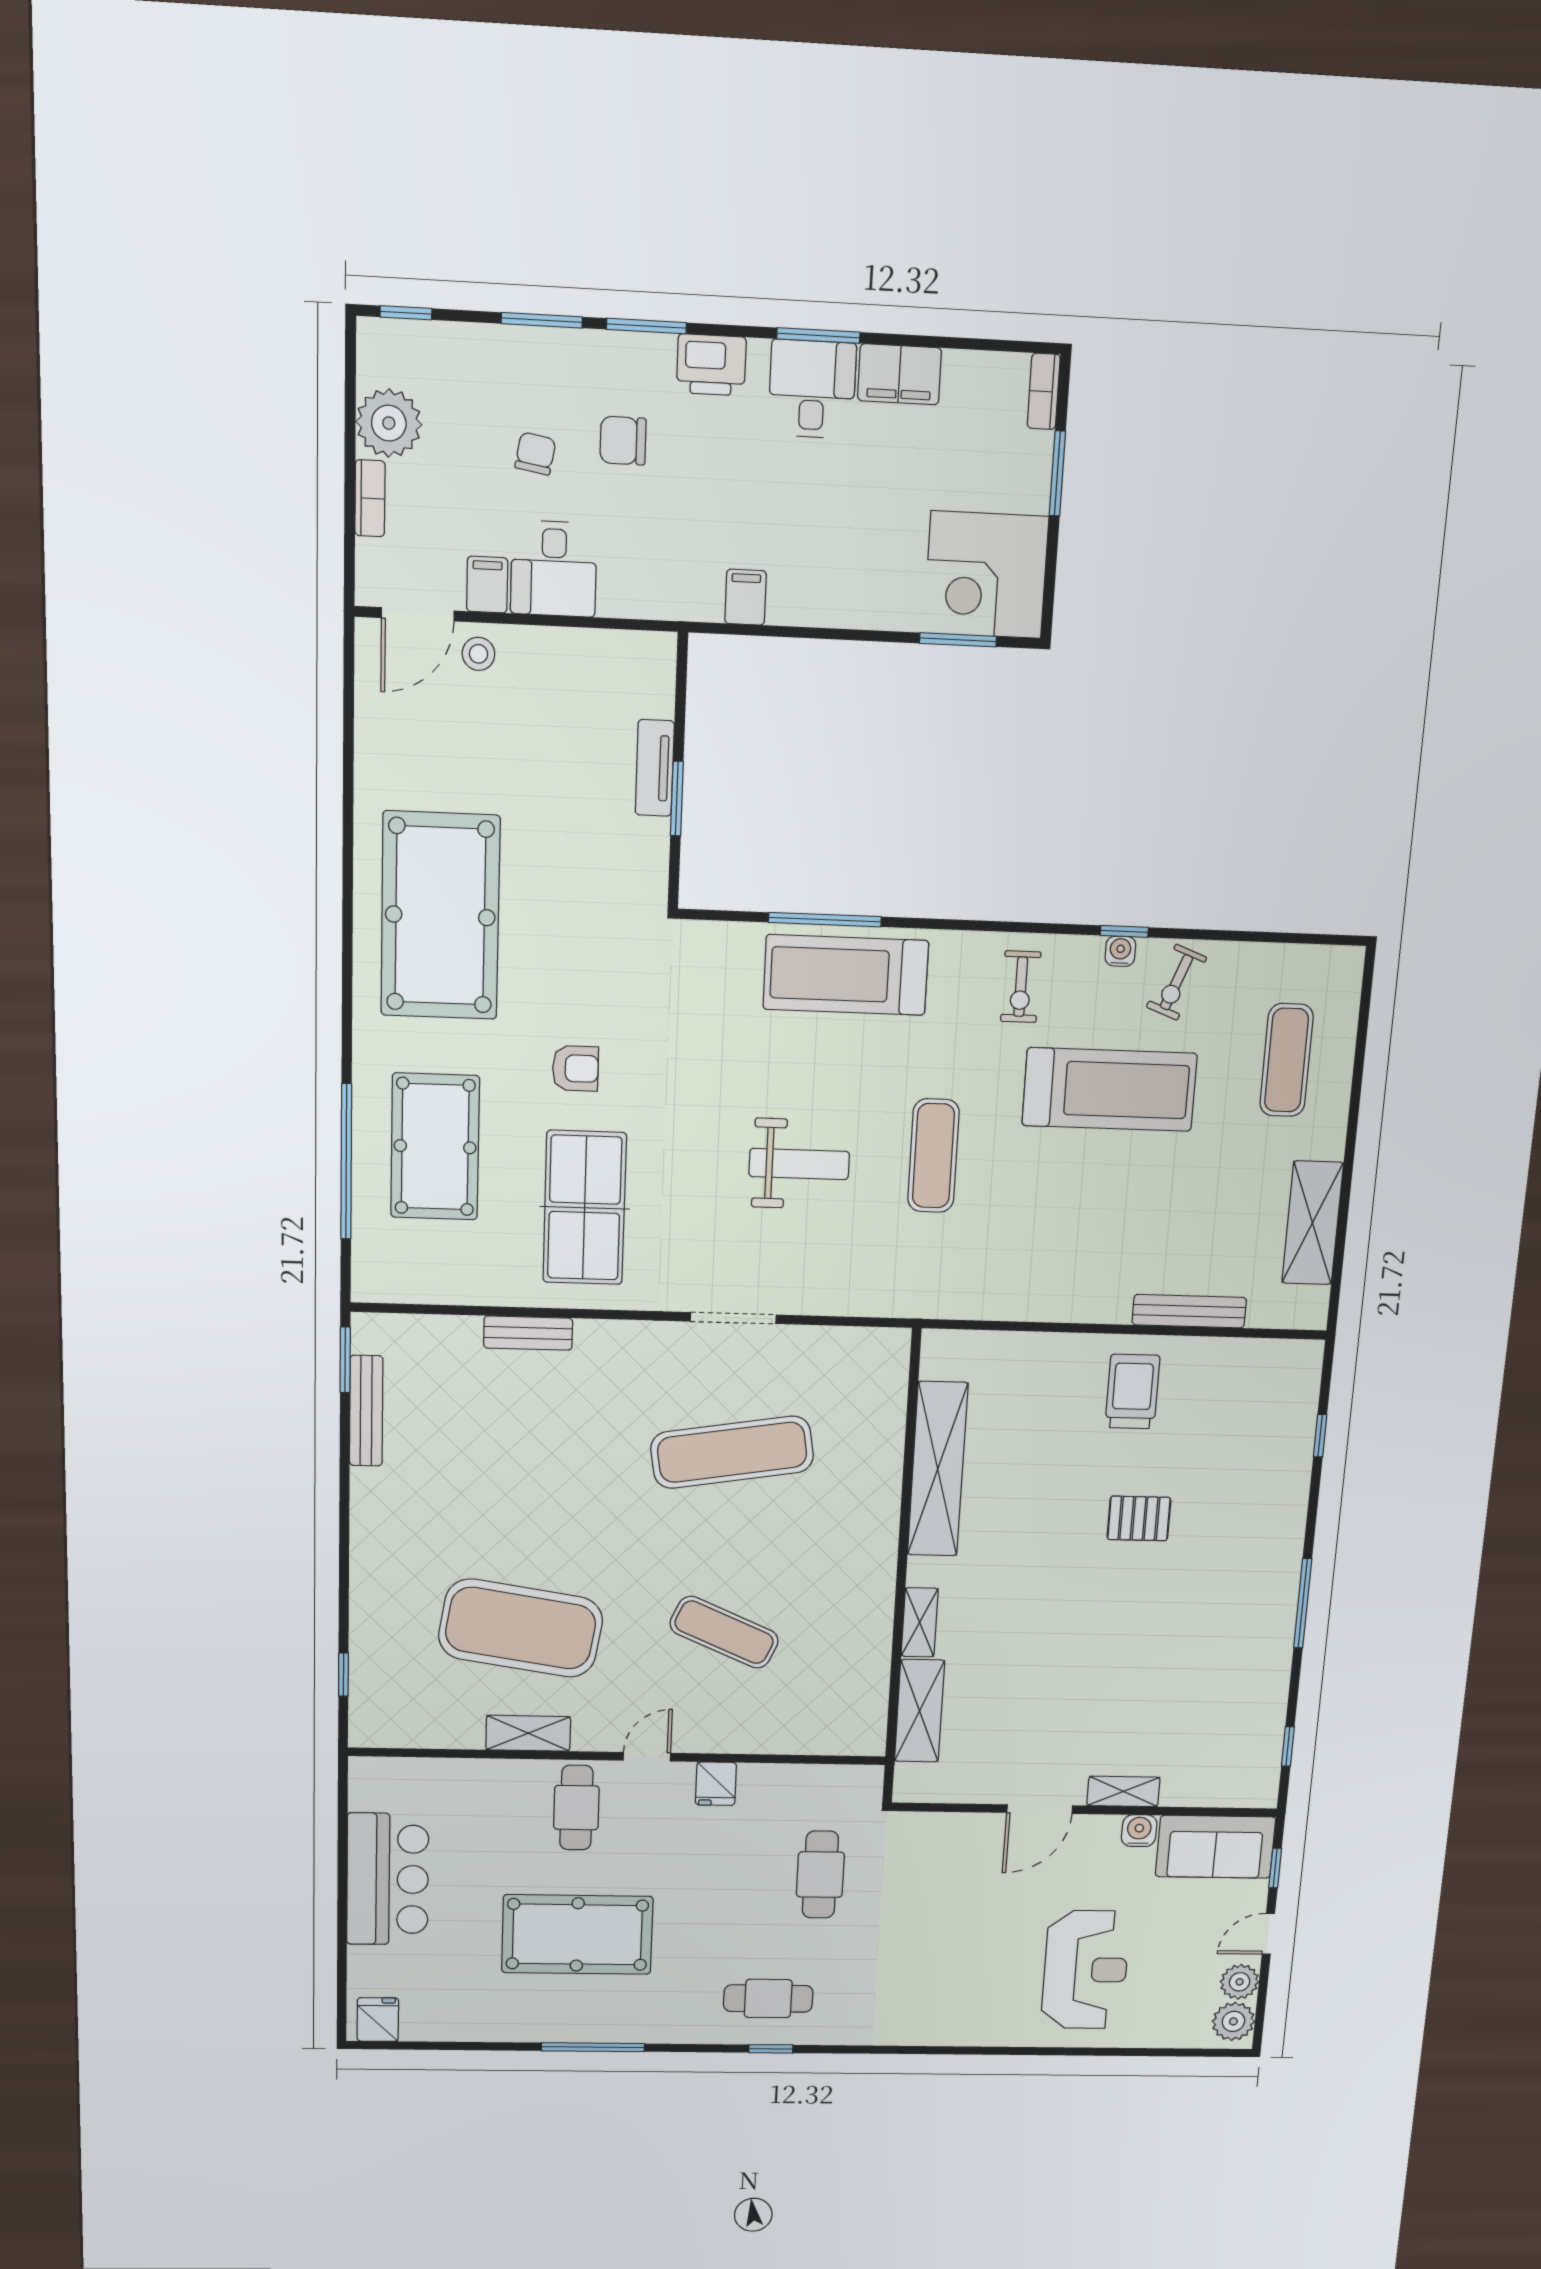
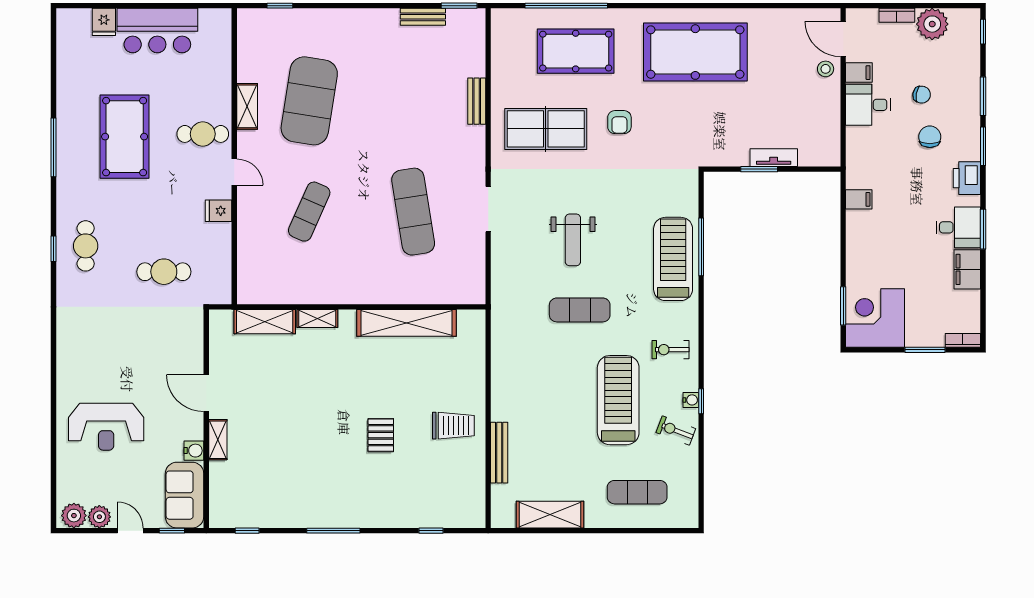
treadmill: (1110, 1089) -> (618, 400), turned 180
bench: (366, 1411) -> (423, 17), width x0.73
fridge: (378, 2020) -> (104, 22), moved, turned 90

